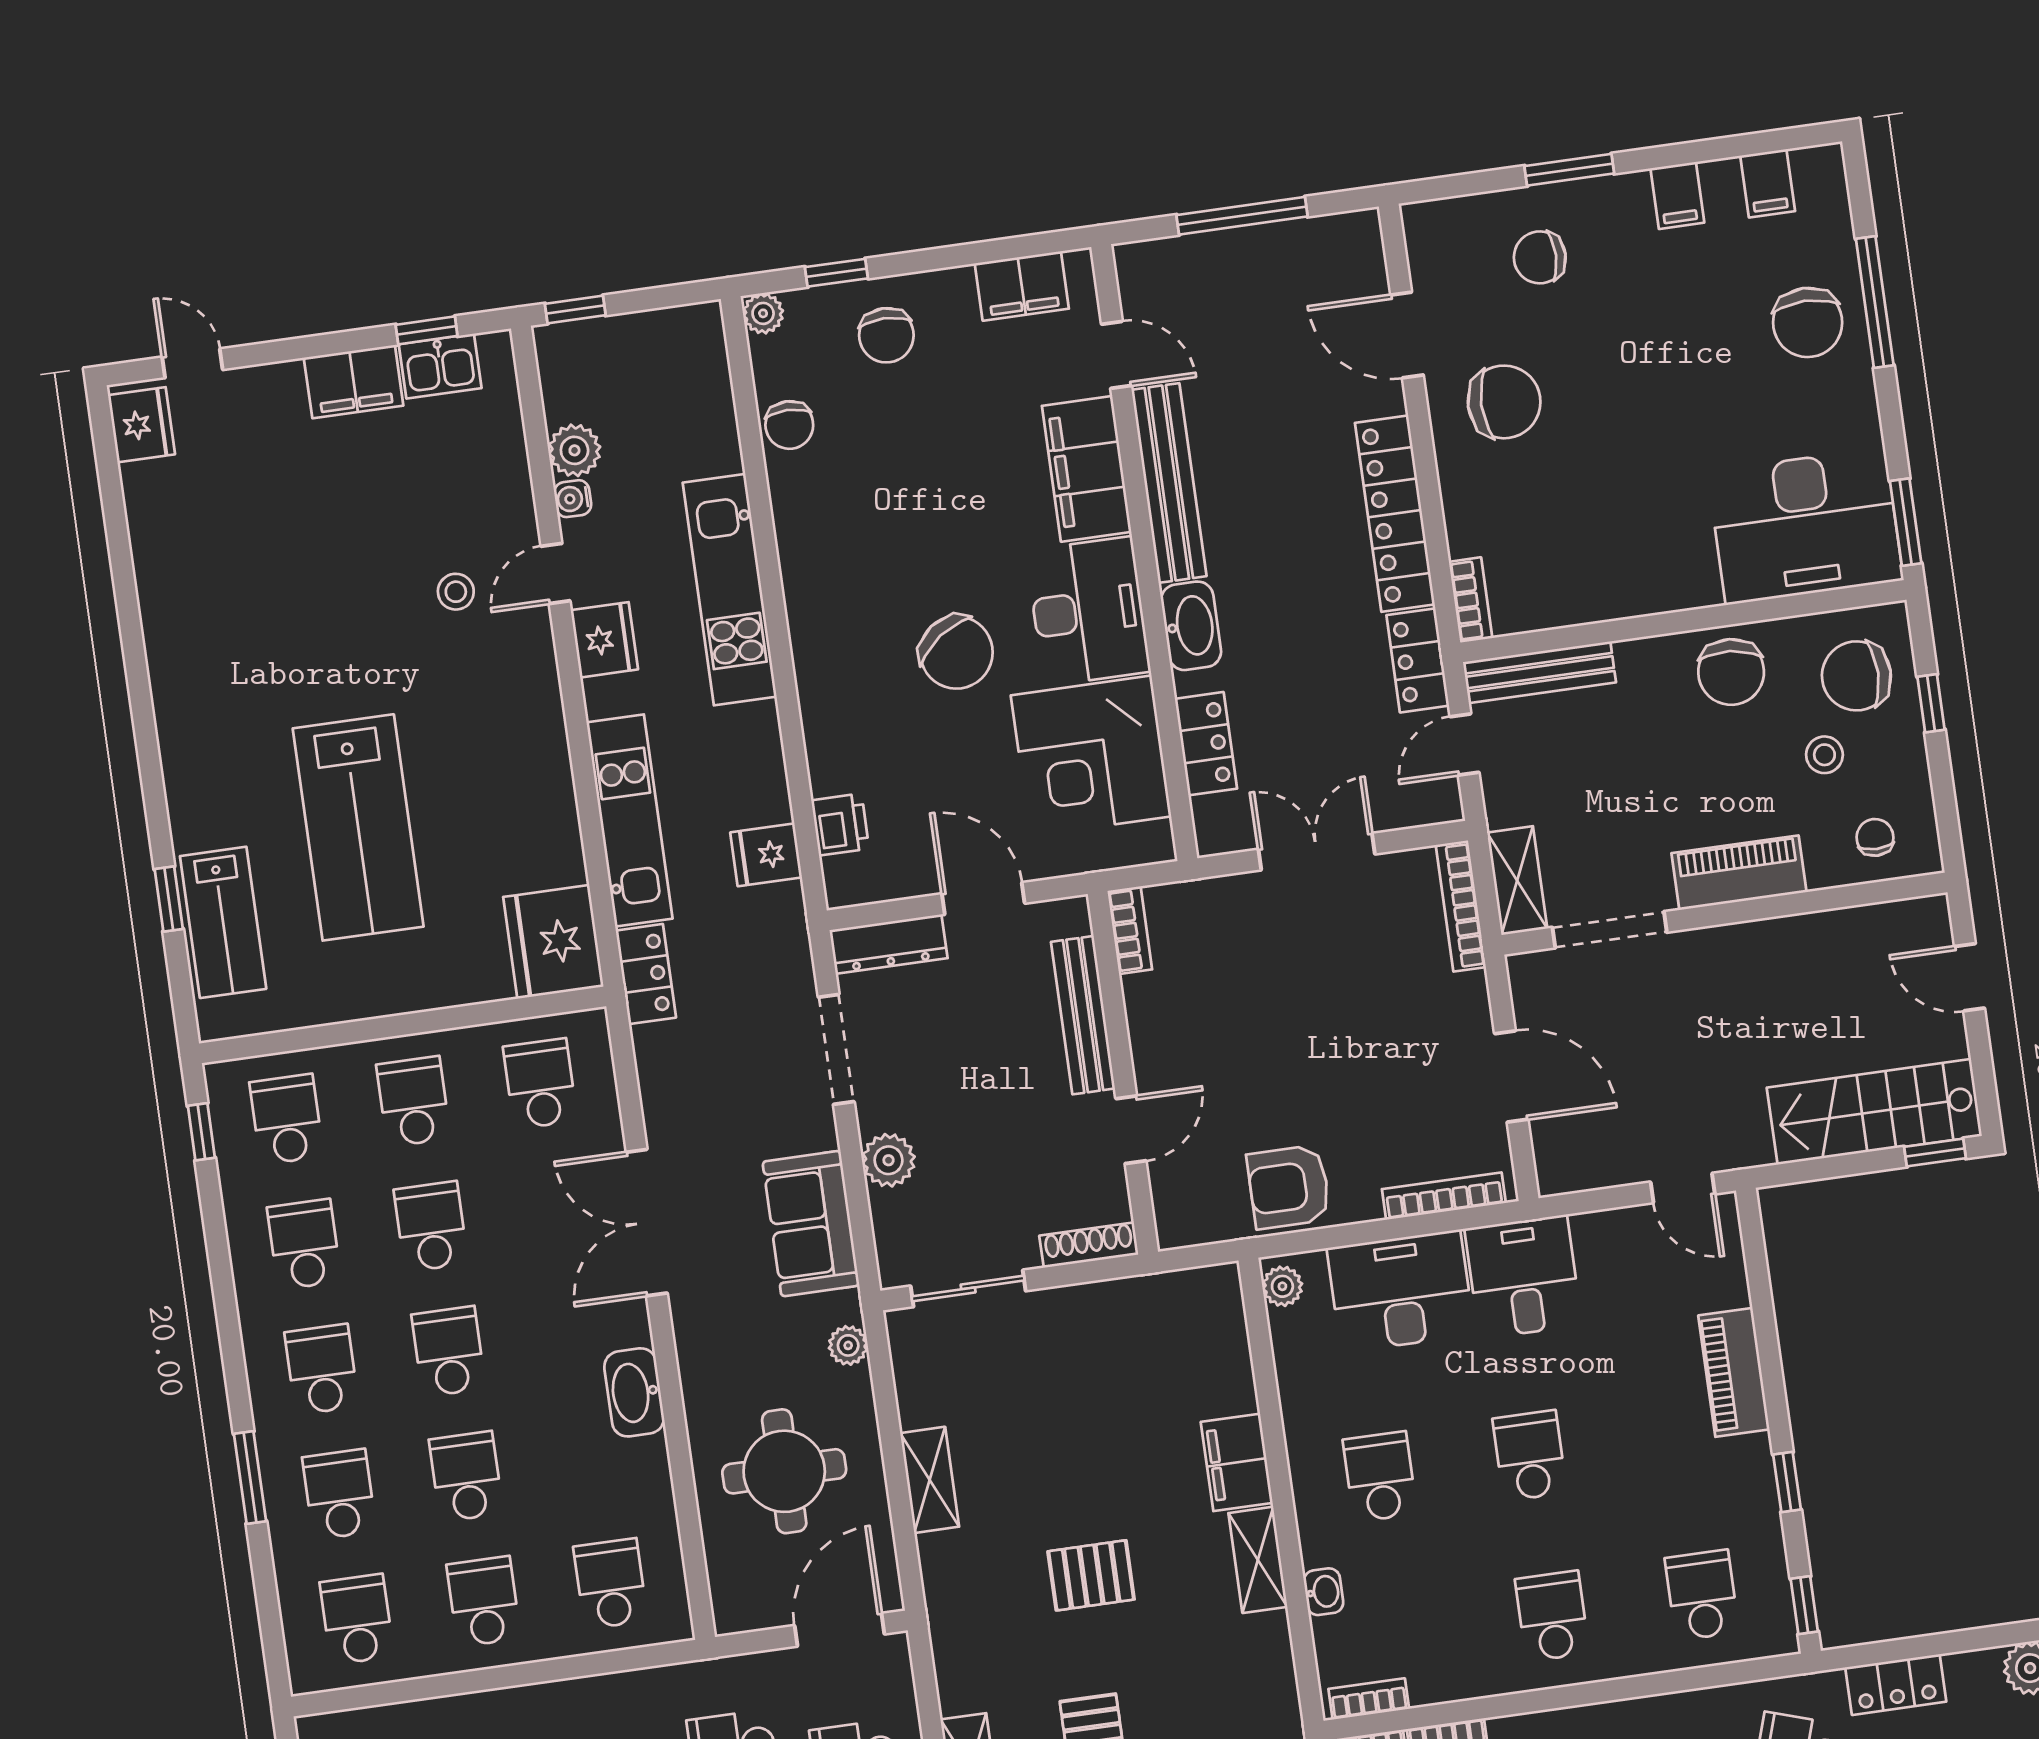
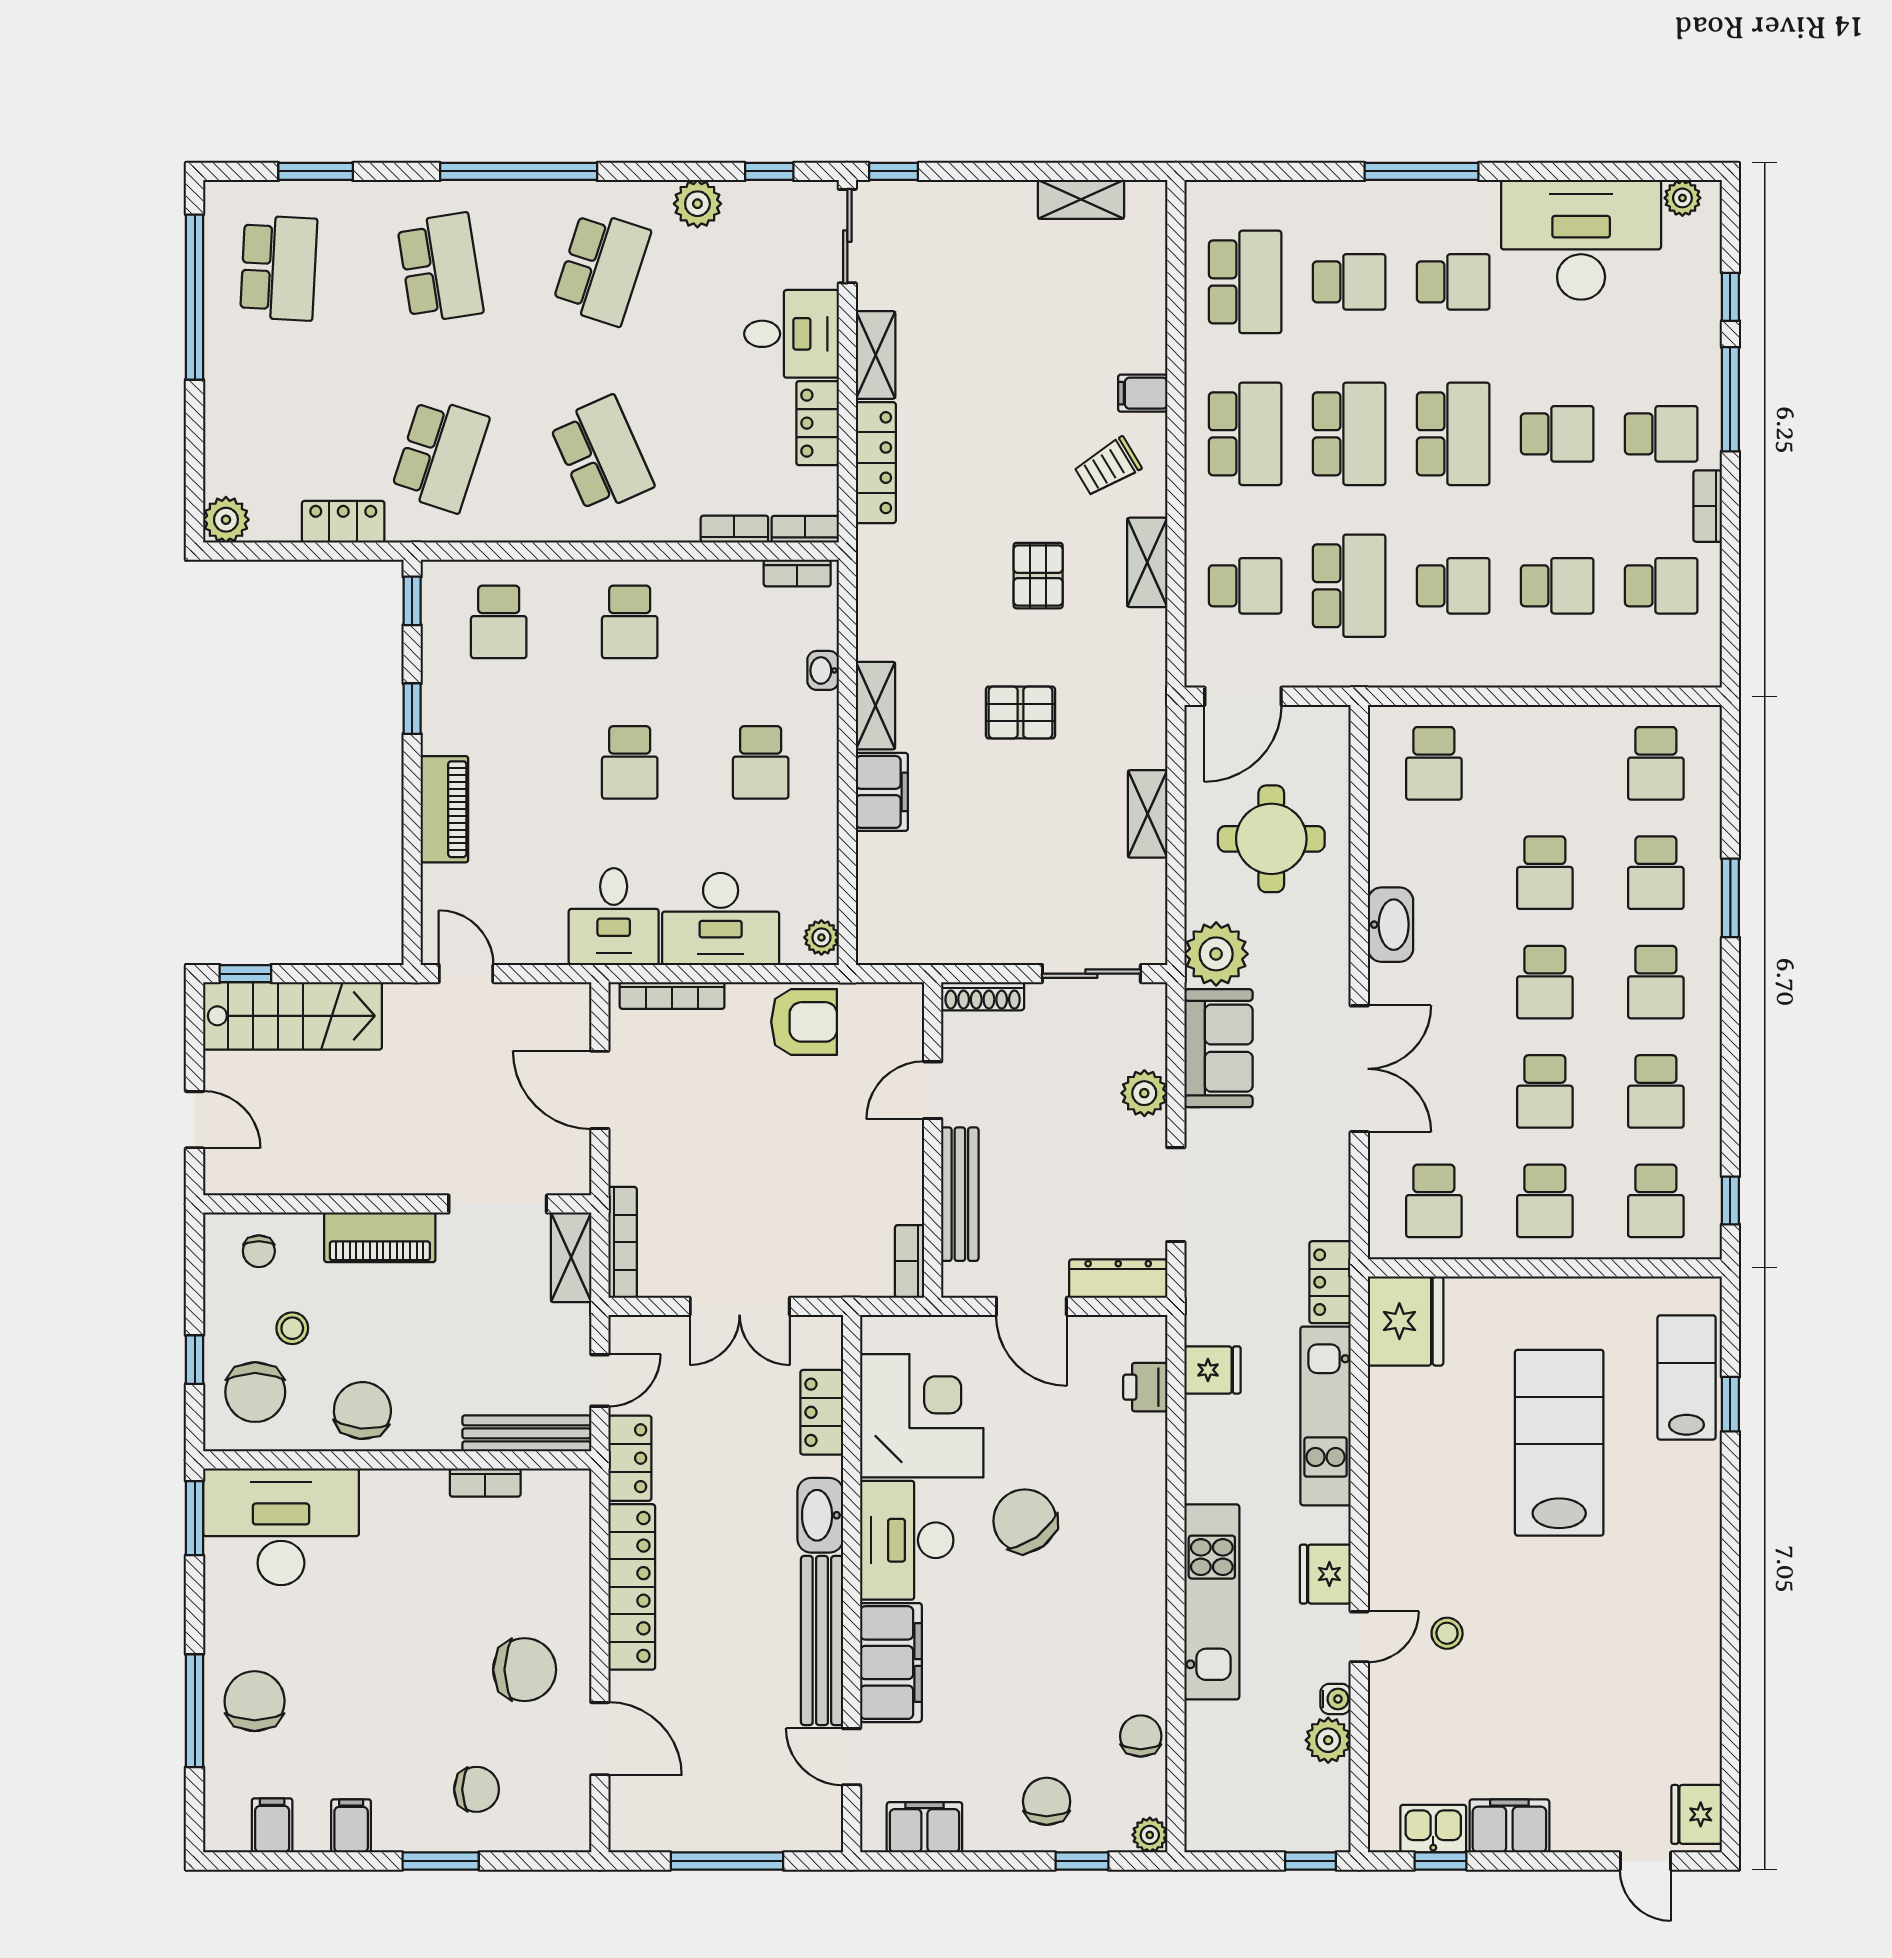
chair: (1504, 402) -> (525, 1670), turned 180
bookcase: (1471, 600) -> (485, 1483), moved, turned -90
chair: (1856, 676) -> (255, 1392), turned 90
plant: (848, 1345) -> (1216, 954), width x1.88, depth x1.88
school desk: (484, 1602) -> (1545, 763), removed

